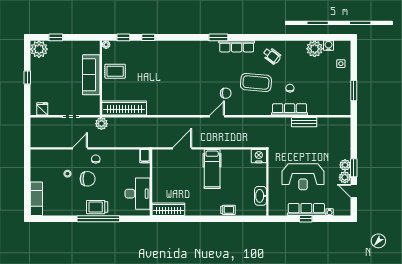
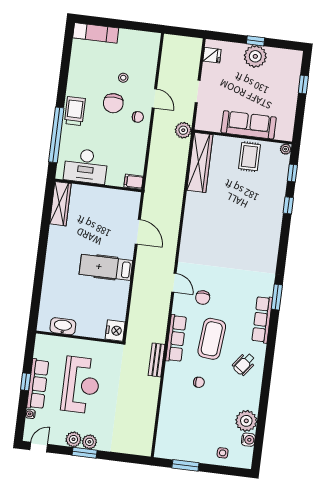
plant: (39, 49) -> (255, 56), moved
row of seats: (290, 109) -> (176, 338), moved
bench: (304, 122) -> (156, 360), moved
reception desk: (303, 177) -> (81, 385), turned 180
door: (354, 191) -> (39, 447), moved
trolley: (228, 210) -> (50, 281), removed
window: (98, 219) -> (56, 135), moved

